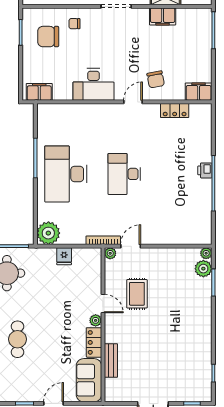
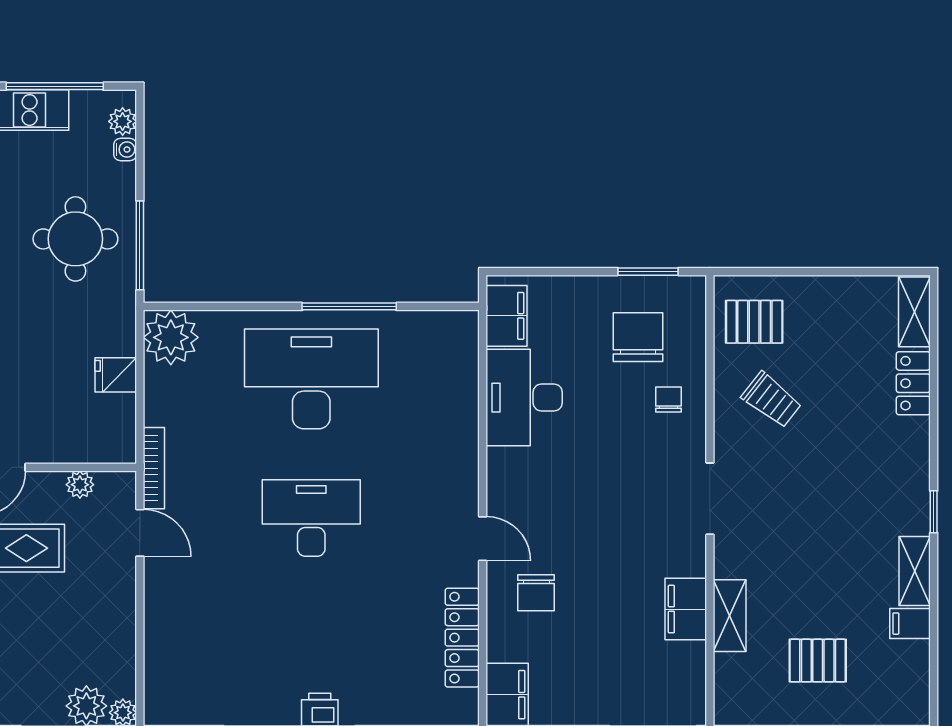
chair: (156, 79) -> (536, 593), turned -79
desk: (93, 84) -> (524, 398), moved
locker: (175, 110) -> (462, 638), width x1.53
plant: (110, 253) -> (80, 485), moved

